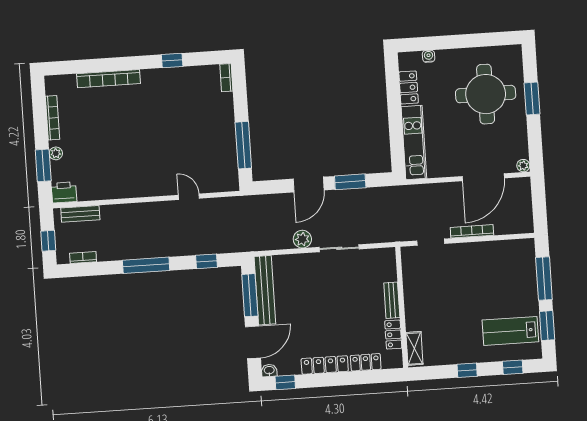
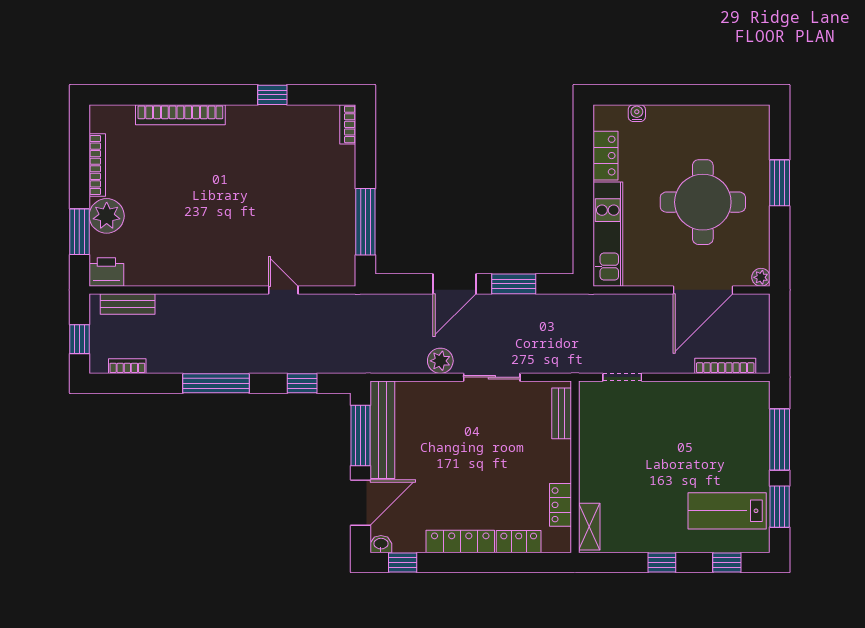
round table: (486, 94) -> (703, 202), moved
plant: (56, 153) -> (107, 216), width x1.87, depth x1.87
bookcase: (472, 231) -> (725, 366), moved
bench: (392, 300) -> (562, 413), moved

